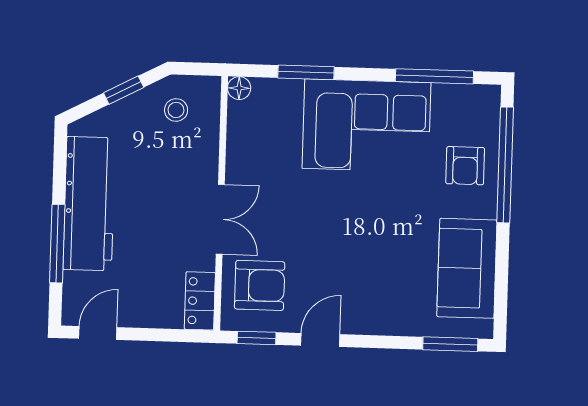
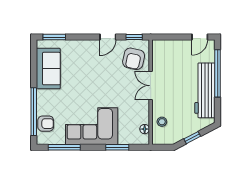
floor lamp: (239, 88) -> (145, 129), moved
stool: (176, 110) -> (162, 122), moved
armchair: (465, 166) -> (46, 124), moved, turned 90
window: (57, 244) -> (218, 73), width x1.46
armchair: (260, 285) -> (134, 59), turned -78
locker: (200, 301) -> (158, 52), removed

